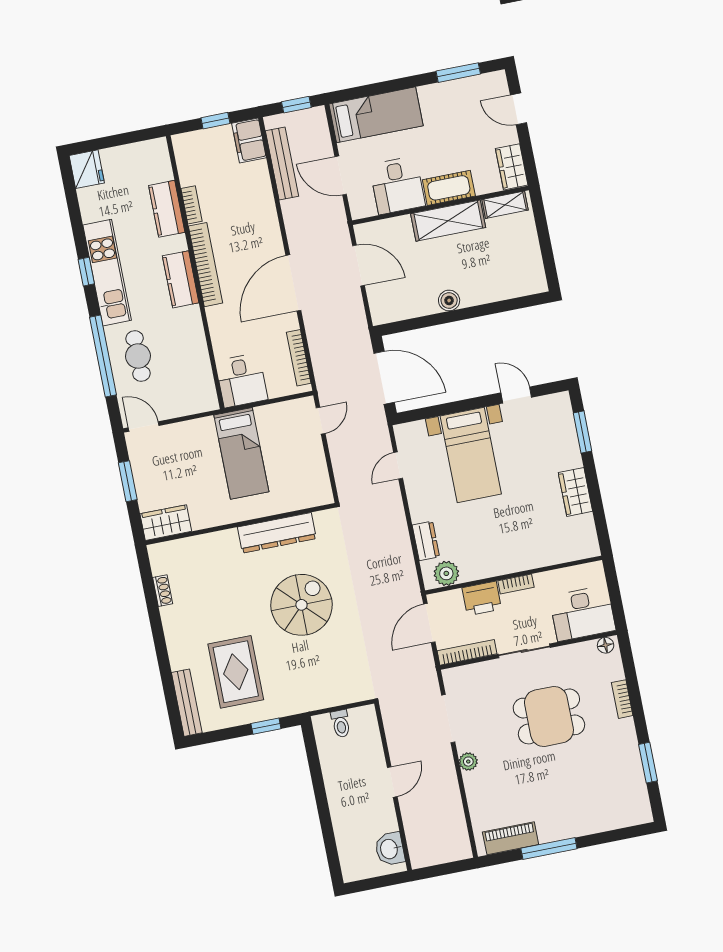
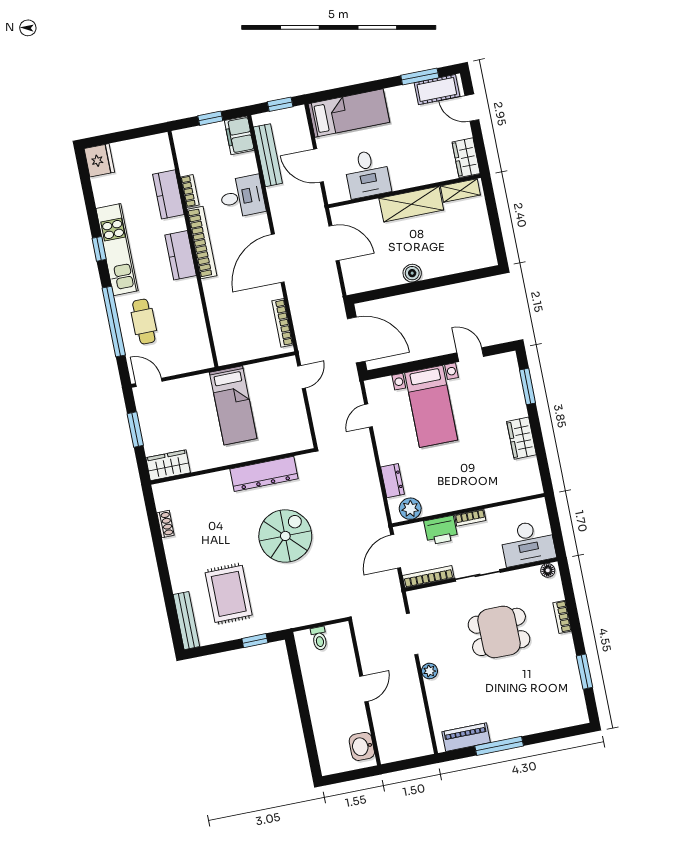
cot: (449, 188) -> (437, 90), moved
desk: (242, 380) -> (242, 197), moved, turned -90

